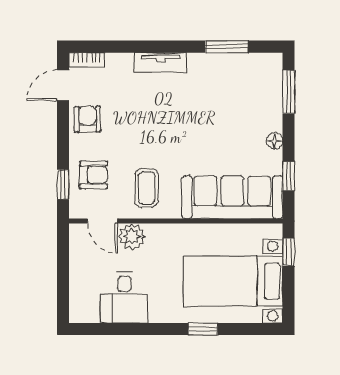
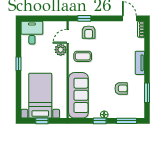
armchair: (87, 119) -> (121, 88), moved
window: (289, 176) -> (100, 121), moved
window: (289, 252) -> (42, 121), moved
desk: (124, 298) -> (32, 33), moved, turned 90
window: (203, 329) -> (18, 64), moved

